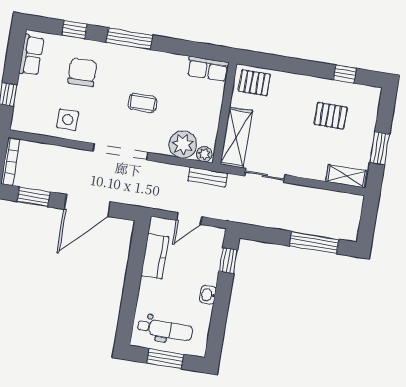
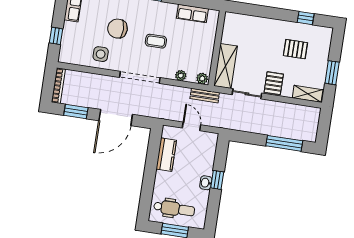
row of seats: (208, 69) -> (192, 13), moved
chair: (82, 72) -> (117, 29), moved, turned -90
pallet: (254, 83) -> (274, 83), moved, turned 90
plant: (183, 144) -> (181, 76), width x0.53, depth x0.53
door: (189, 218) -> (191, 126), swing flipped
window: (228, 261) -> (217, 180), moved

